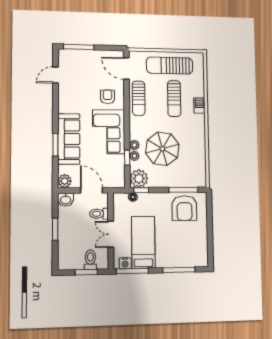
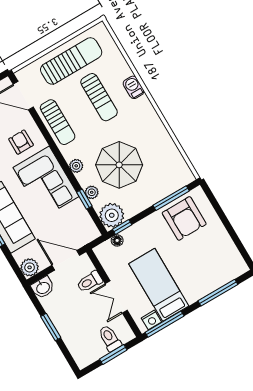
sun lounger: (170, 66) -> (71, 61), turned 180
plant: (134, 145) -> (76, 166), moved

